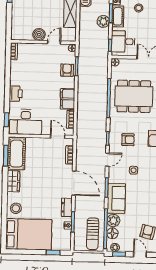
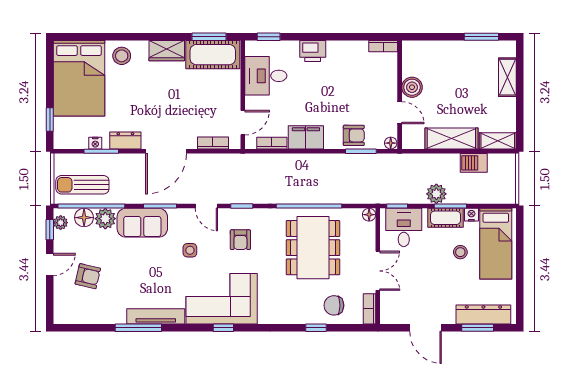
desk: (26, 122) -> (266, 76), width x0.73

